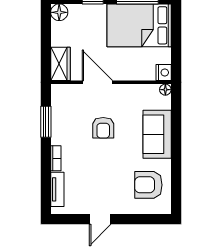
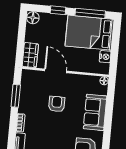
nightstand: (164, 73) -> (105, 57), moved
armchair: (103, 128) -> (57, 104), turned 180

